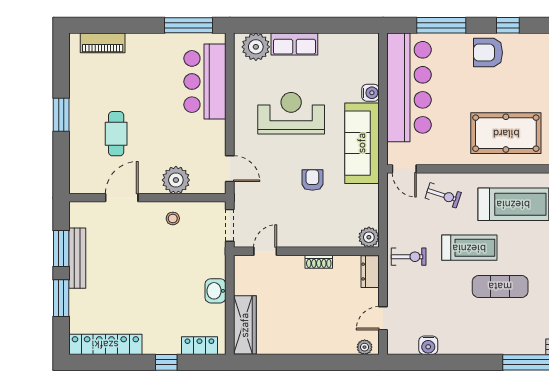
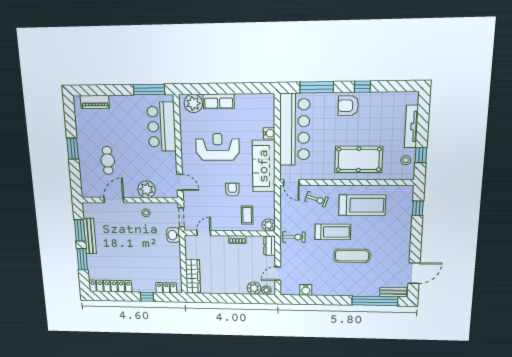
coffee table: (335, 221) -> (247, 215), added
washbasin: (215, 291) -> (173, 235), moved
plant: (344, 344) -> (254, 288), added

